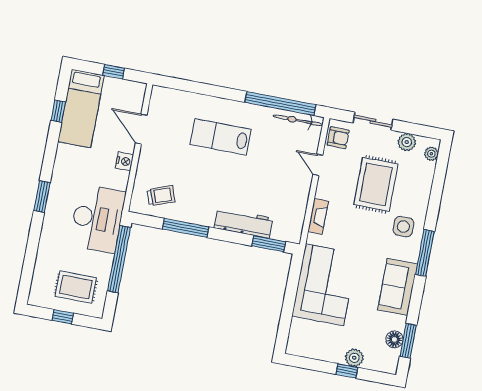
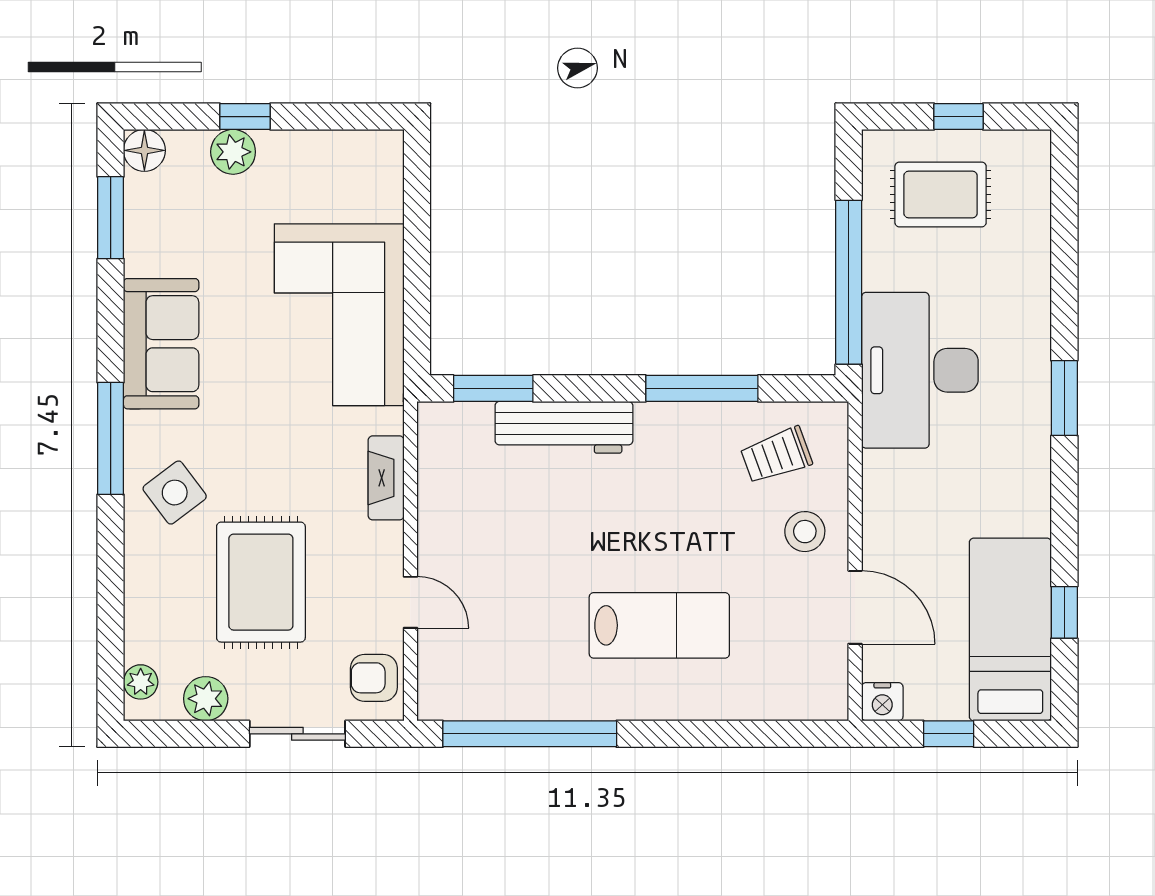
bicycle: (298, 120) -> (479, 701), removed
nightstand: (124, 161) -> (882, 702), moved, turned -90
stool: (155, 163) -> (805, 532), added
side table: (403, 227) -> (175, 493), turned -37
floor lamp: (394, 339) -> (144, 150), moved

